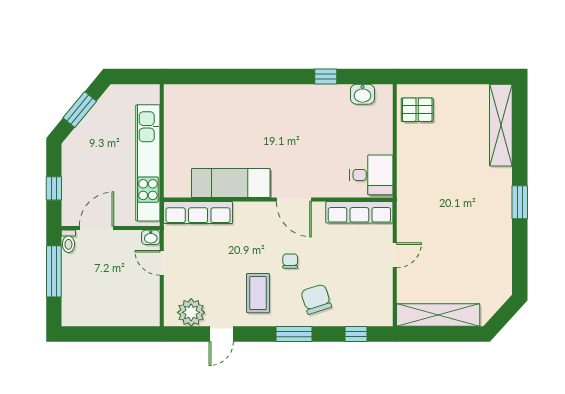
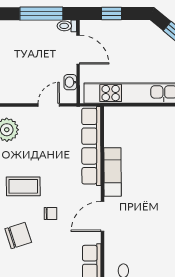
exam couch: (231, 183) -> (112, 172), width x0.73, depth x0.69
row of seats: (198, 213) -> (91, 146), width x1.36
washbasin: (151, 237) -> (70, 82), moved

